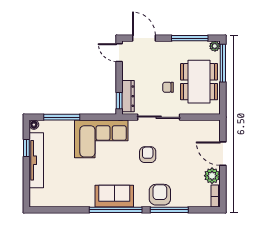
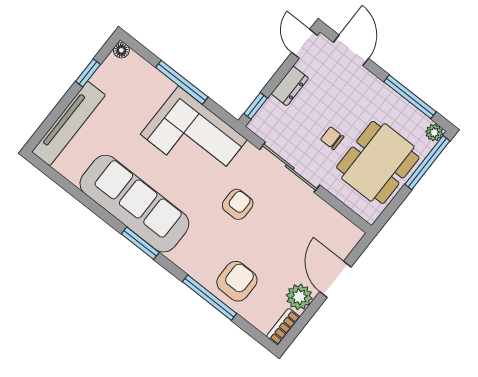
dresser: (128, 96) -> (290, 86), moved, width x0.70
window: (62, 117) -> (182, 82), moved
tv unit: (36, 160) -> (69, 123), moved
armchair: (160, 195) -> (237, 281), moved
sofa: (114, 196) -> (134, 204), width x1.85, depth x1.27
window: (116, 210) -> (140, 243), width x0.47

